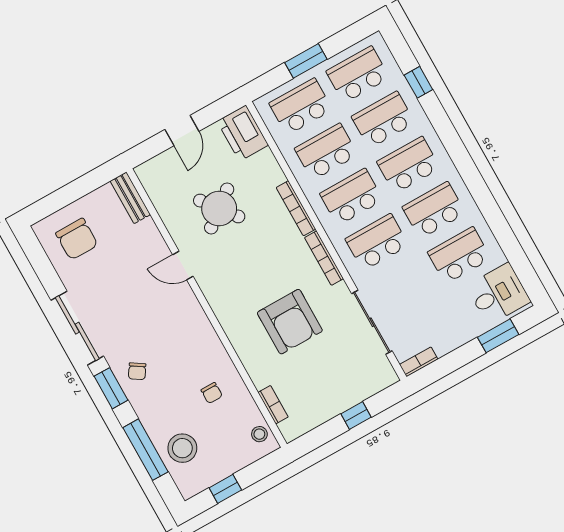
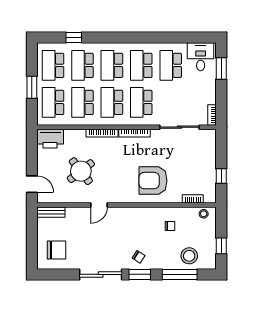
door: (182, 130) -> (32, 184), moved
armchair: (290, 322) -> (153, 181), moved, turned 180
window: (356, 416) -> (221, 176), moved

